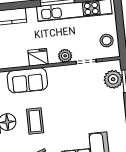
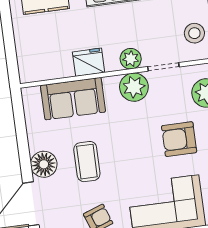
plant: (67, 74) -> (134, 87), added
armchair: (95, 108) -> (179, 139), added

